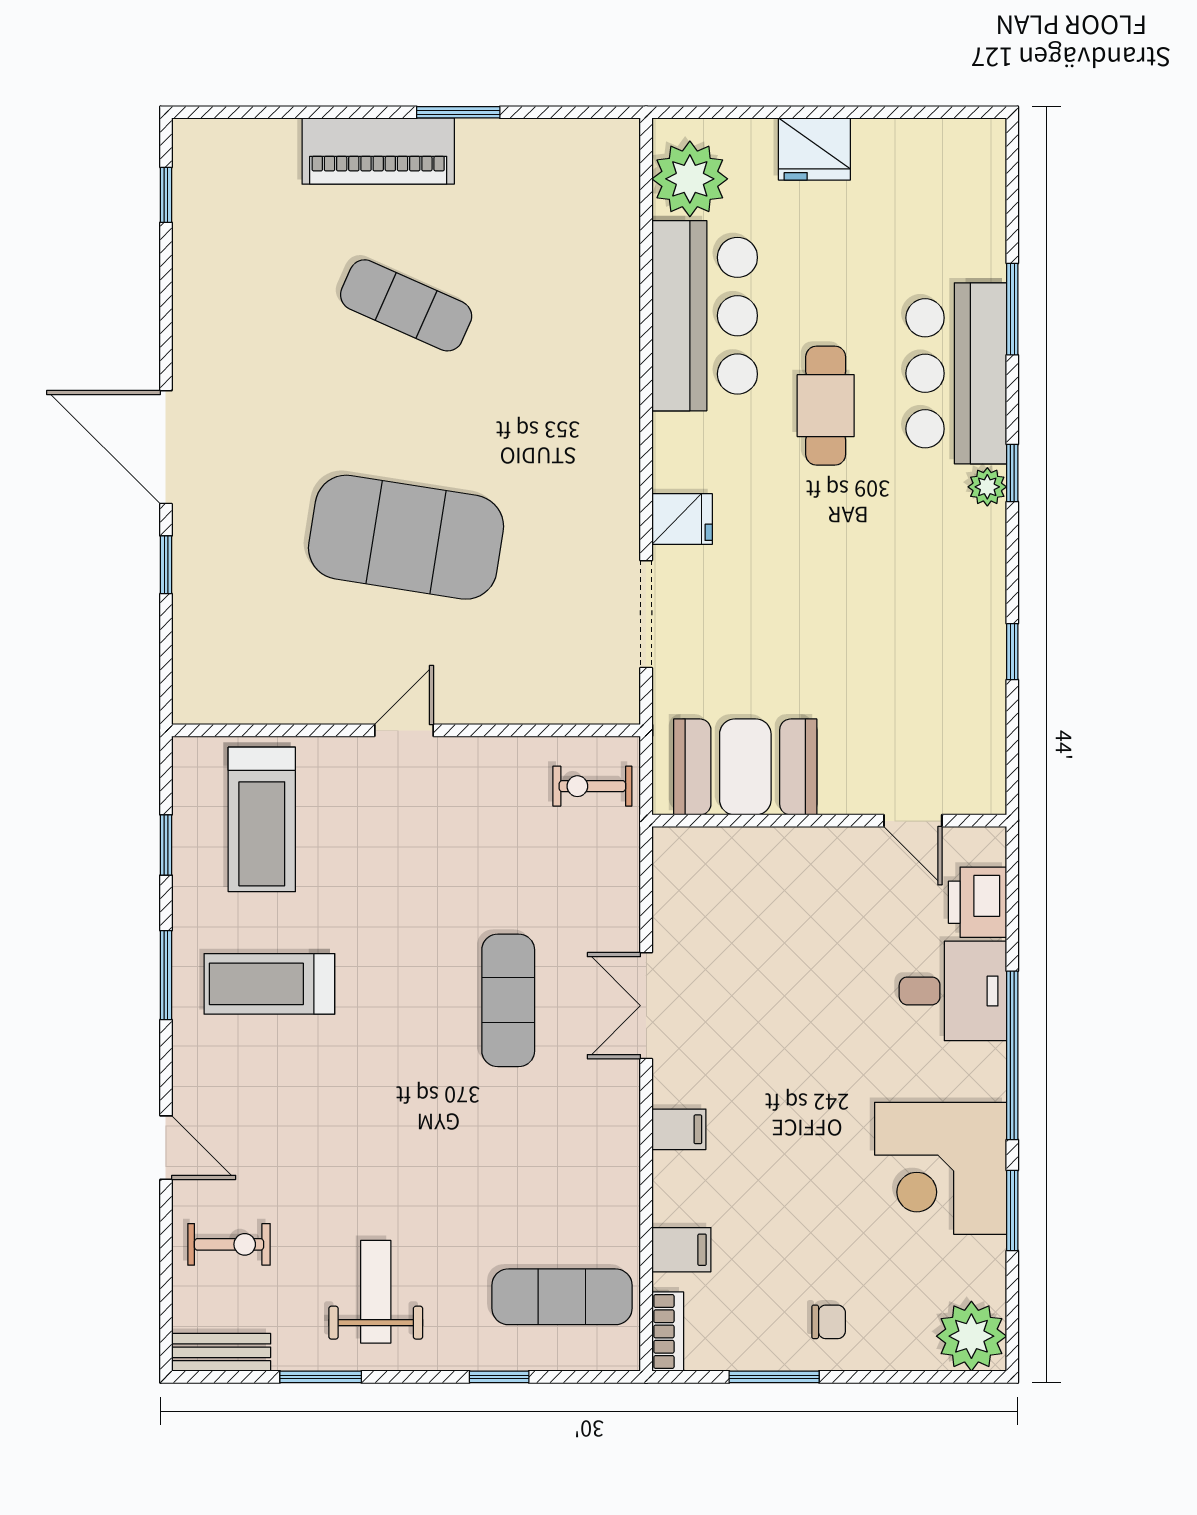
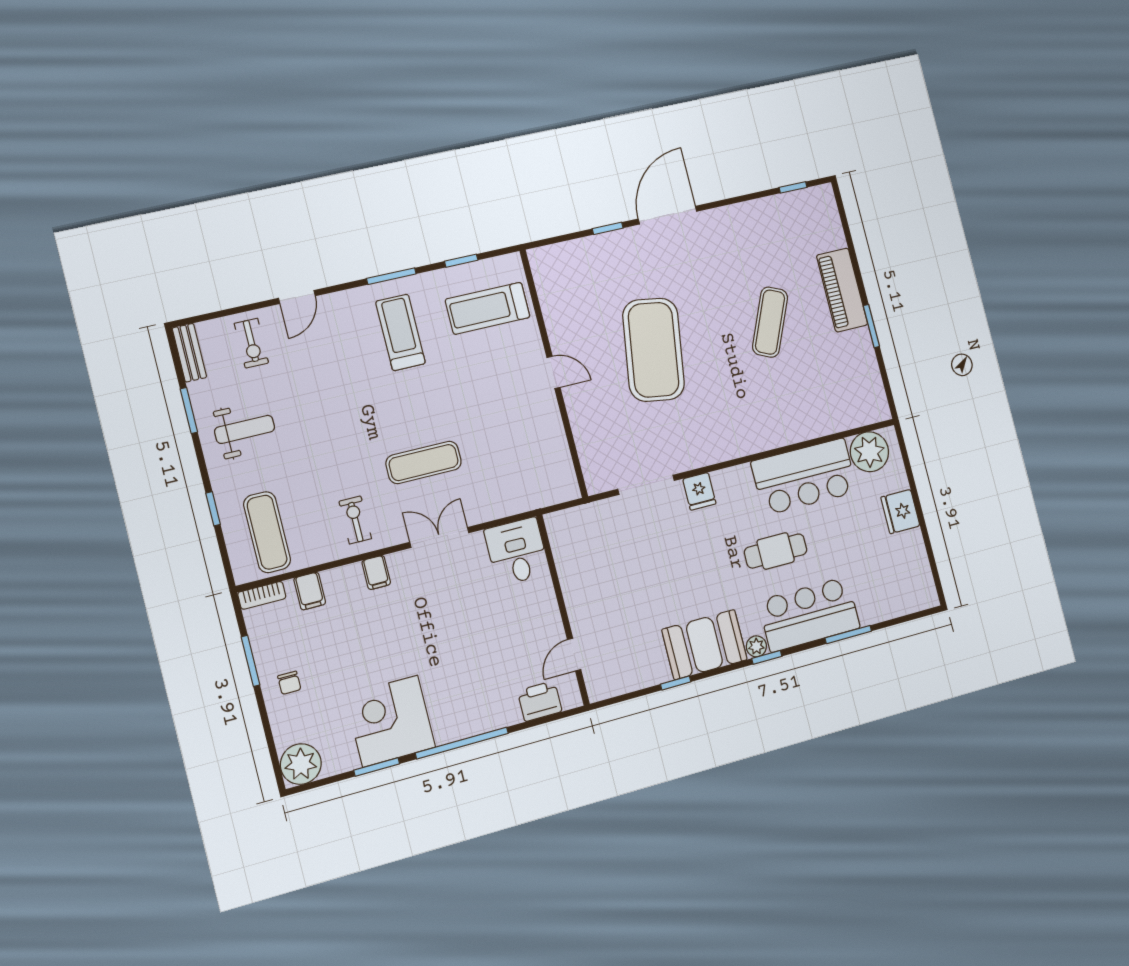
booth: (745, 767) -> (704, 645), moved, turned 90
exercise bike: (592, 786) -> (355, 520), moved
desk: (953, 991) -> (517, 552), moved, turned 180

